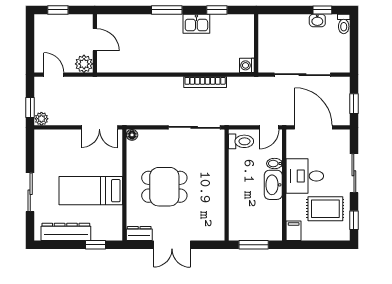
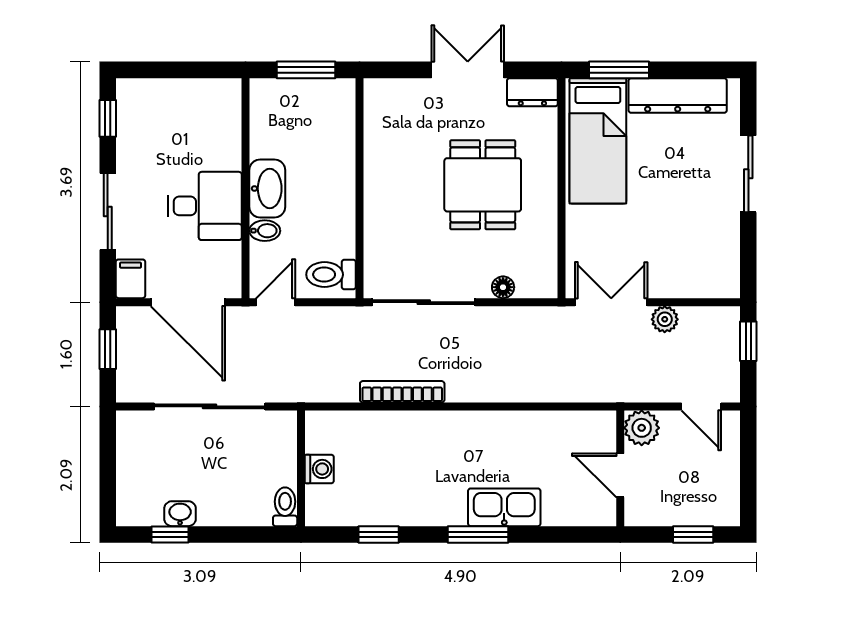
kitchen sink: (196, 24) -> (504, 507), moved, width x1.38
toilet: (344, 24) -> (285, 507), moved
washing machine: (247, 65) -> (319, 469), moved
plant: (41, 119) -> (665, 319), moved
floor lamp: (132, 135) -> (503, 287), moved
dining table: (164, 187) -> (483, 185), turned 90
bed: (91, 191) -> (598, 141), moved, turned 90
rug: (325, 209) -> (164, 141), removed
filing cabinet: (294, 231) -> (131, 279), moved, turned 180
window: (95, 245) -> (619, 70), width x1.50

